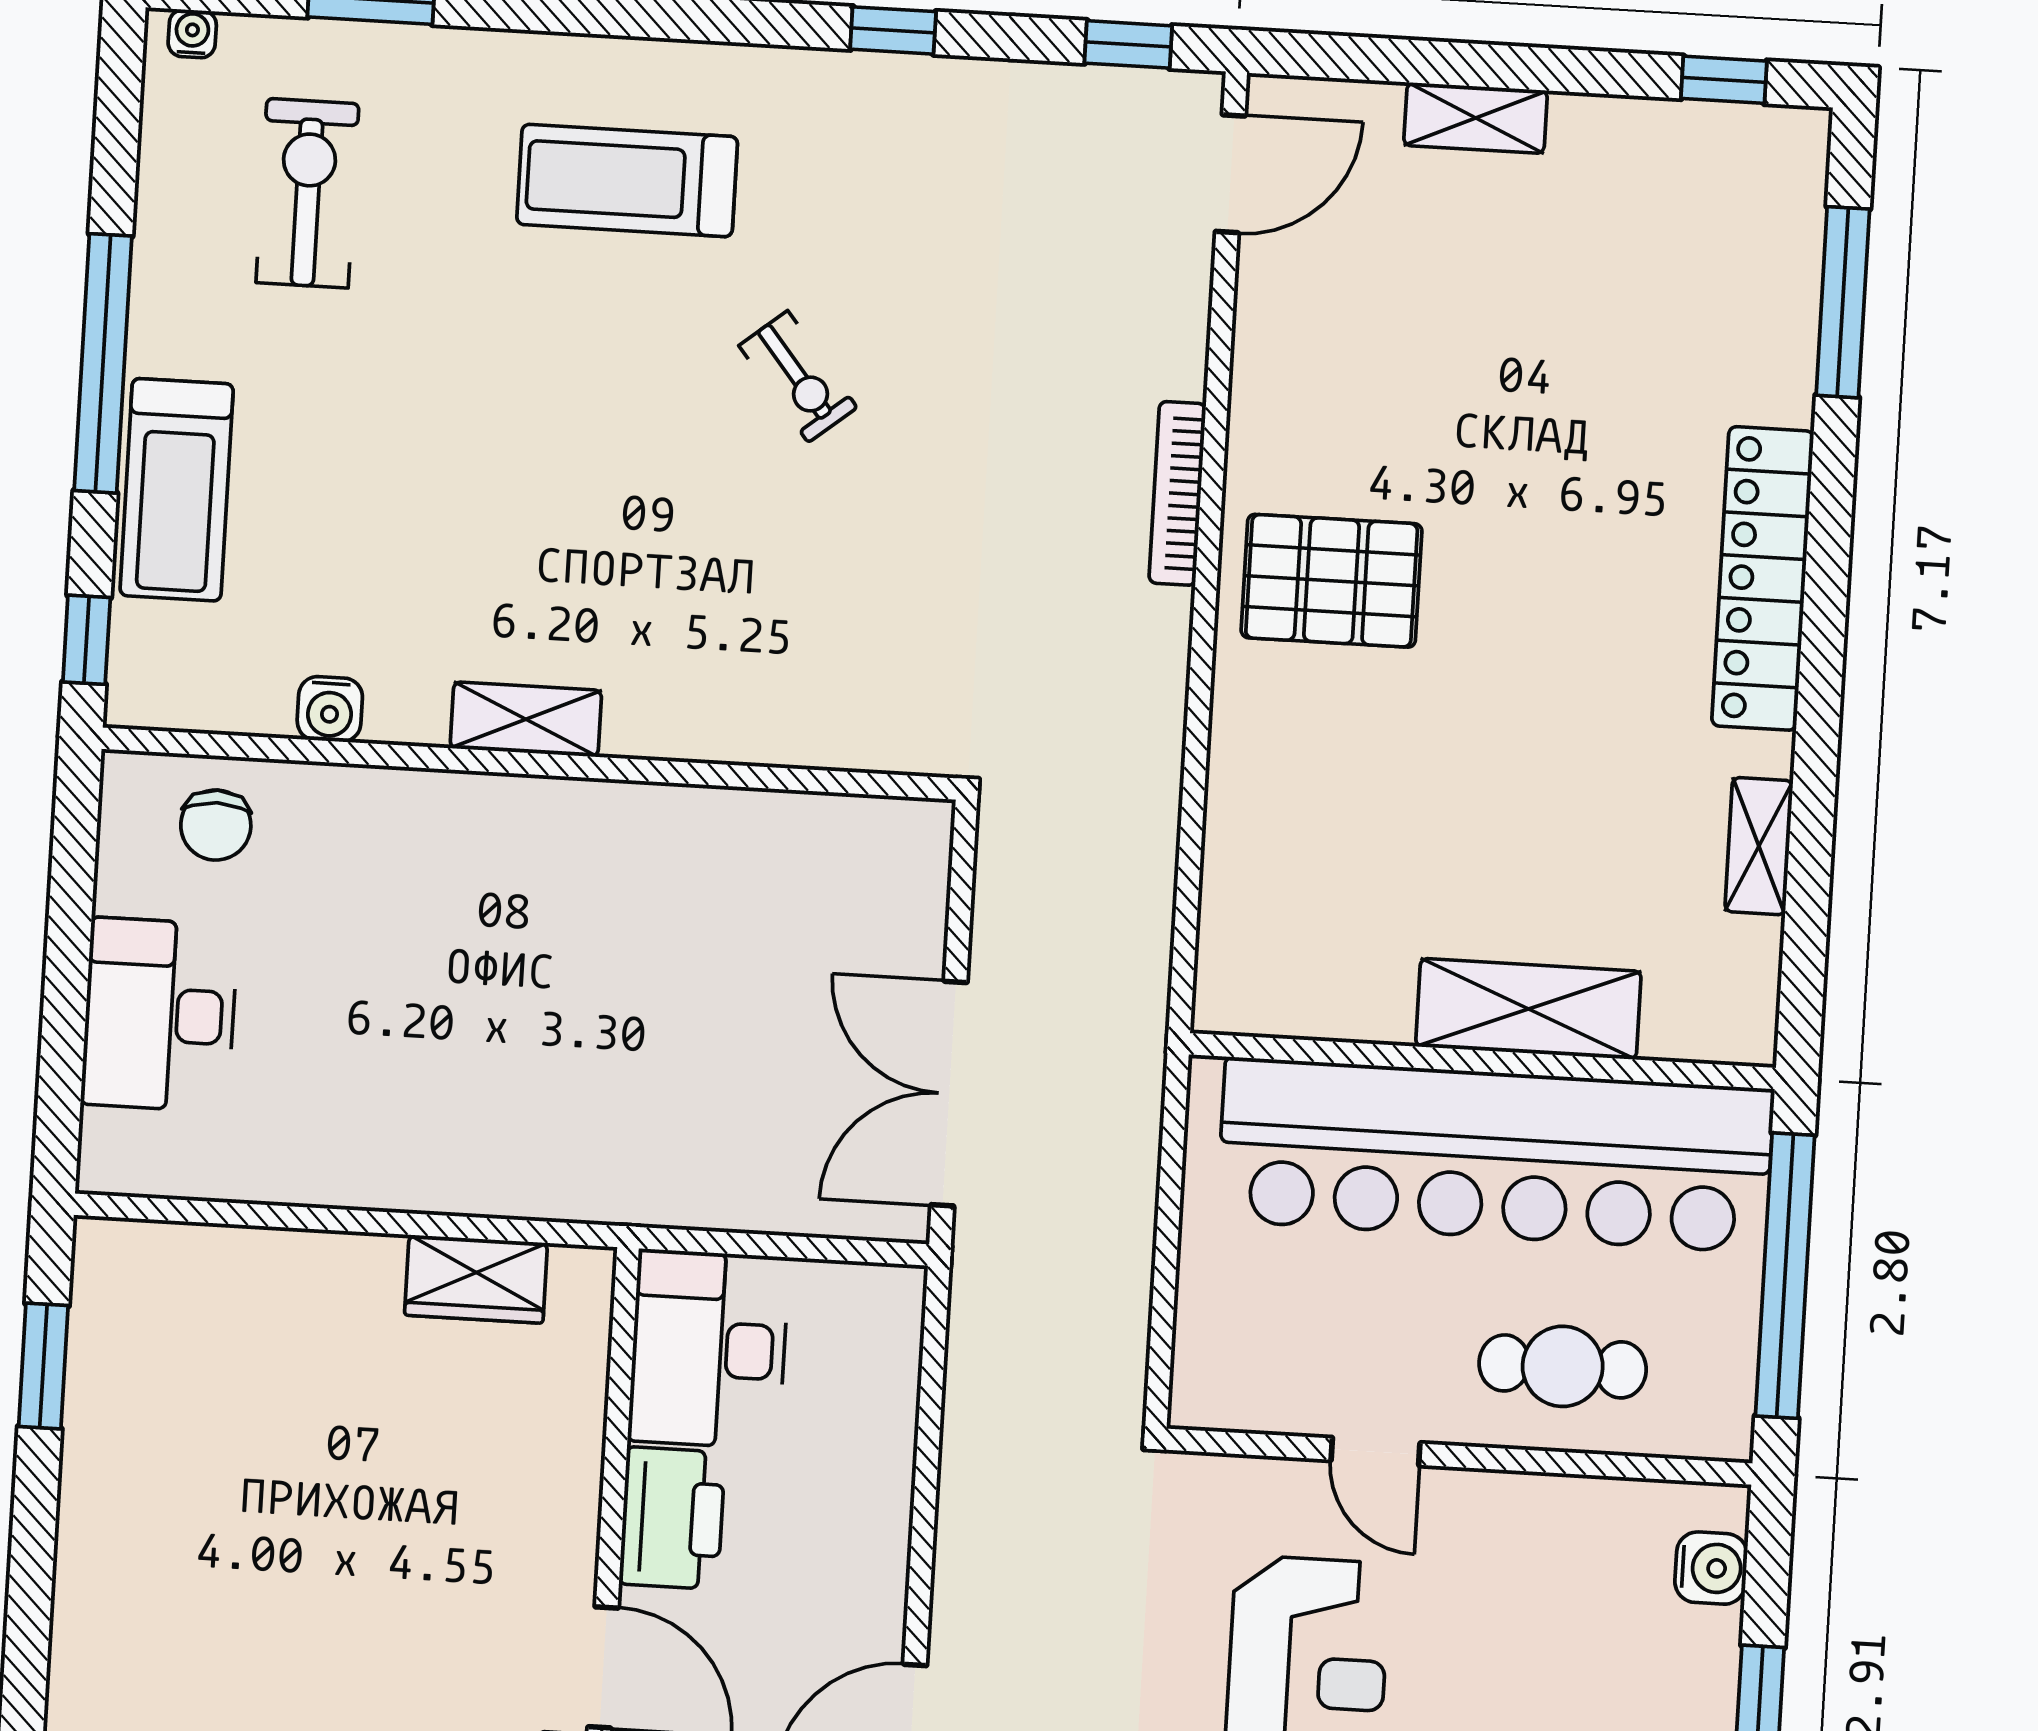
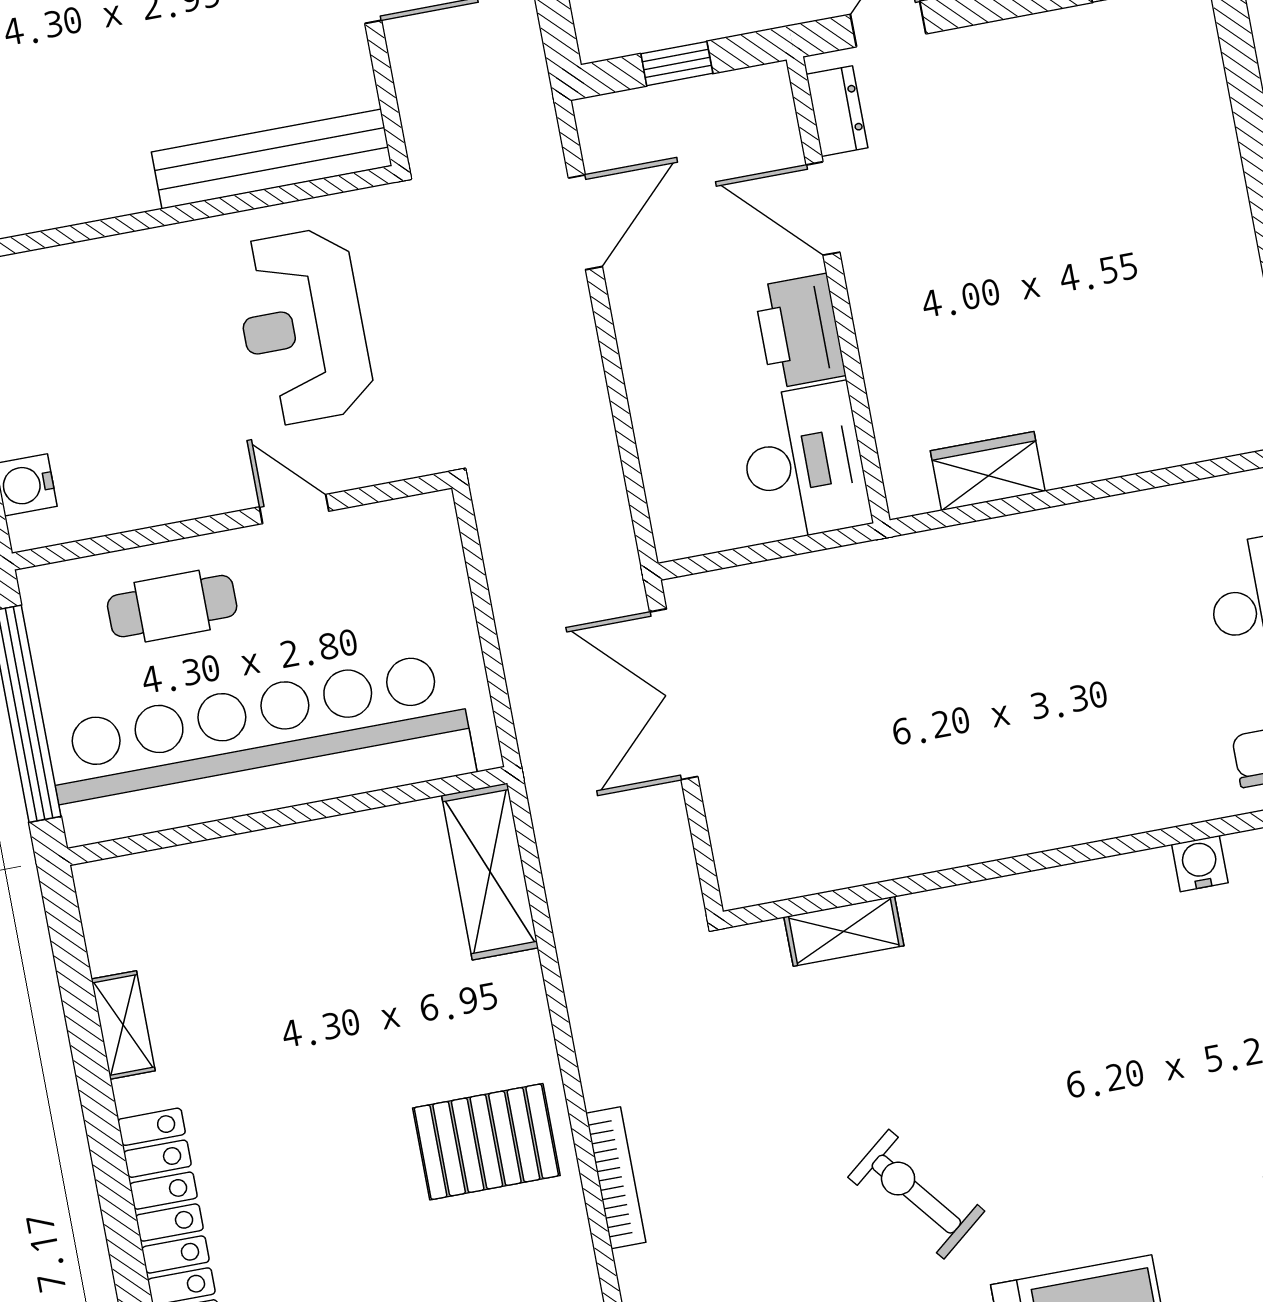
exercise bike: (798, 377) -> (916, 1194), width x1.38, depth x1.39
shelving: (526, 719) -> (844, 931), moved
shelving: (1528, 1009) -> (490, 872), moved, turned 90
double door: (949, 1094) -> (674, 694), swing flipped

